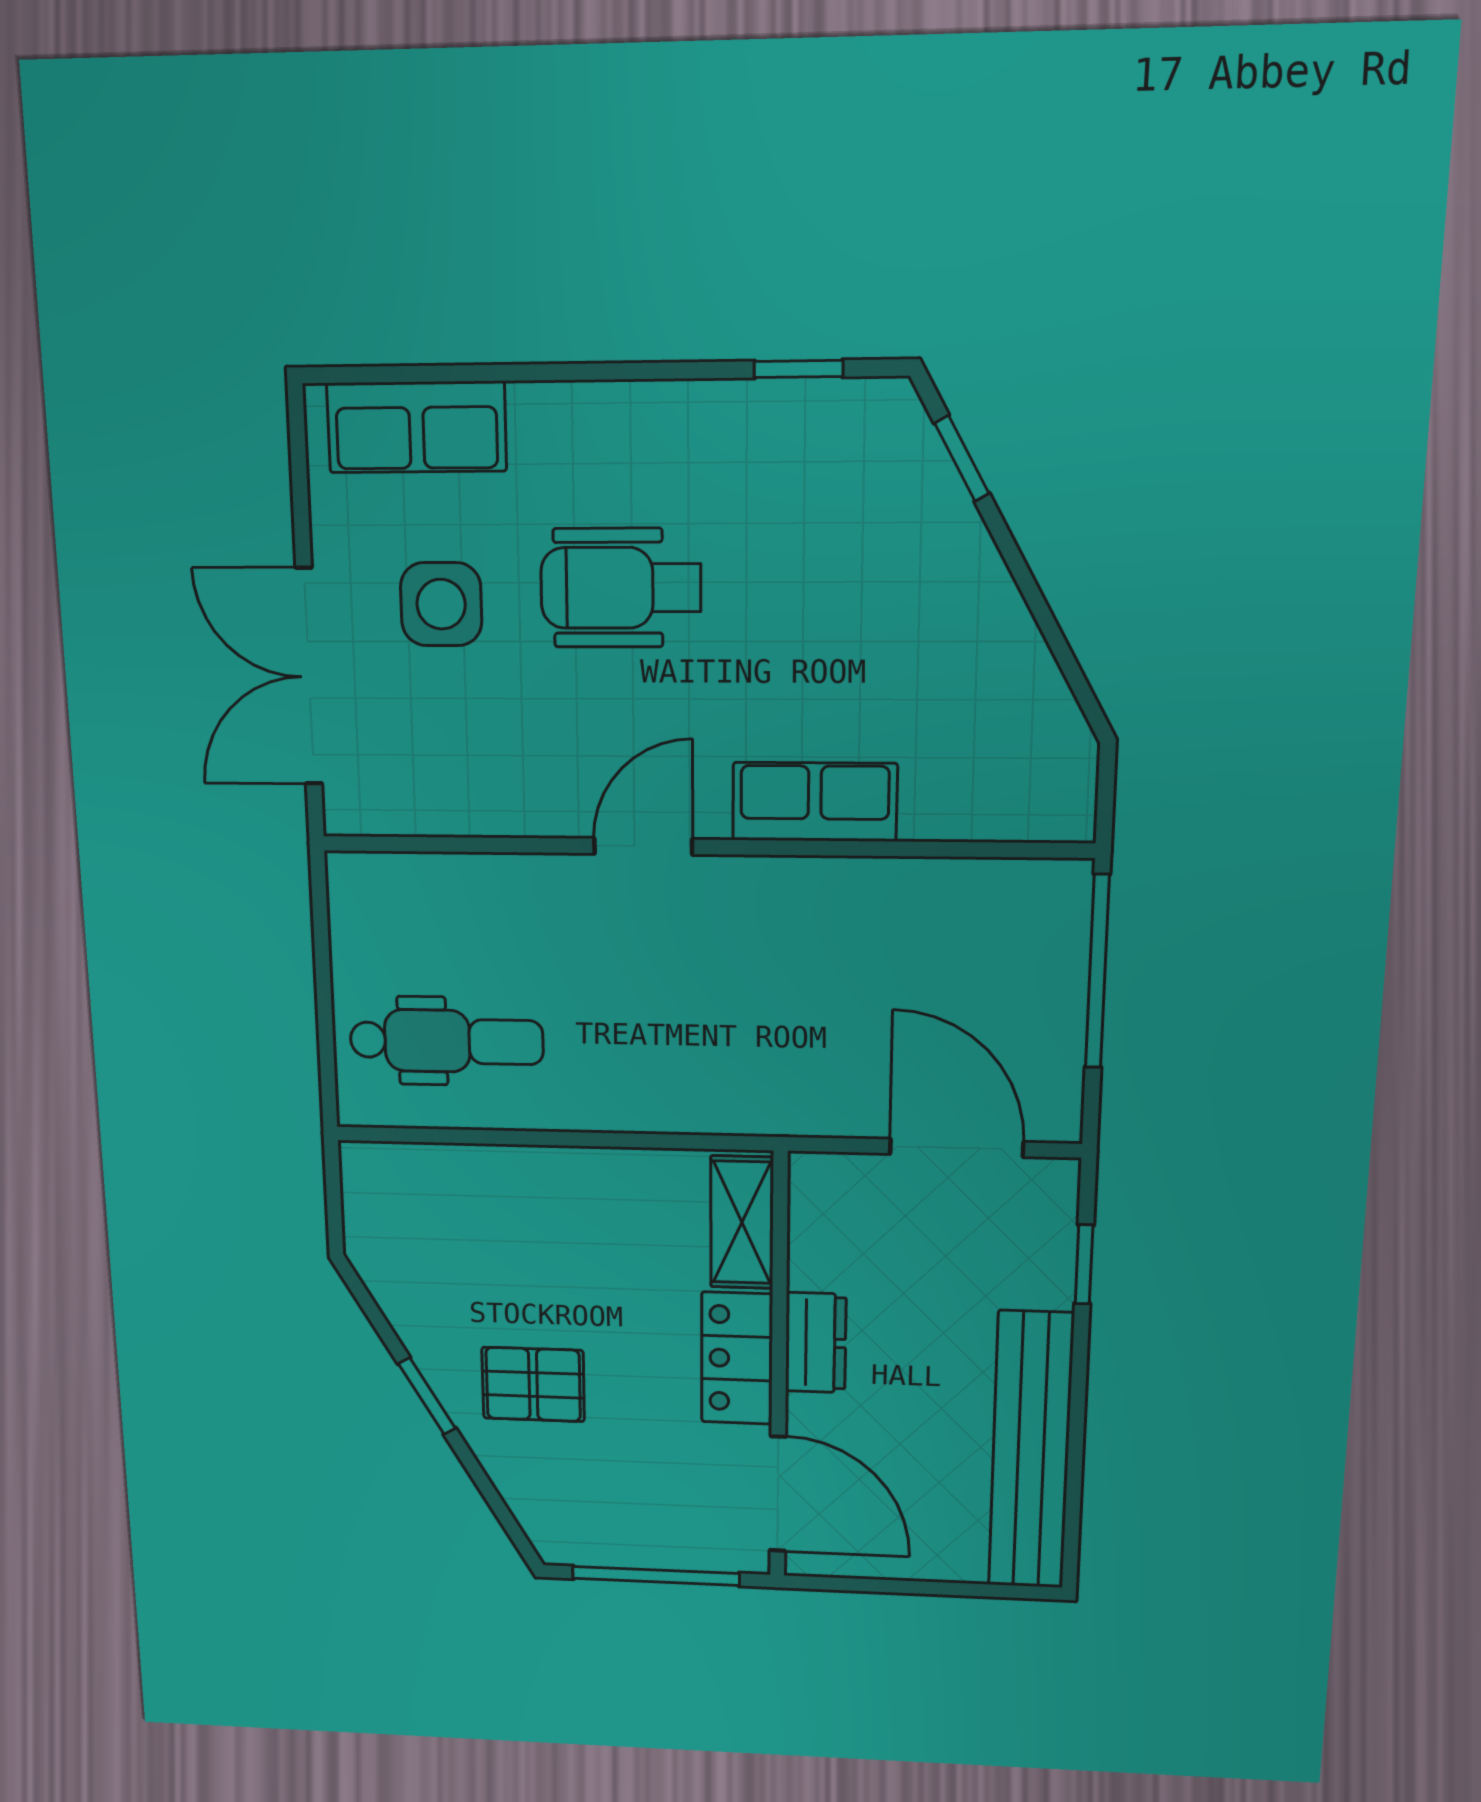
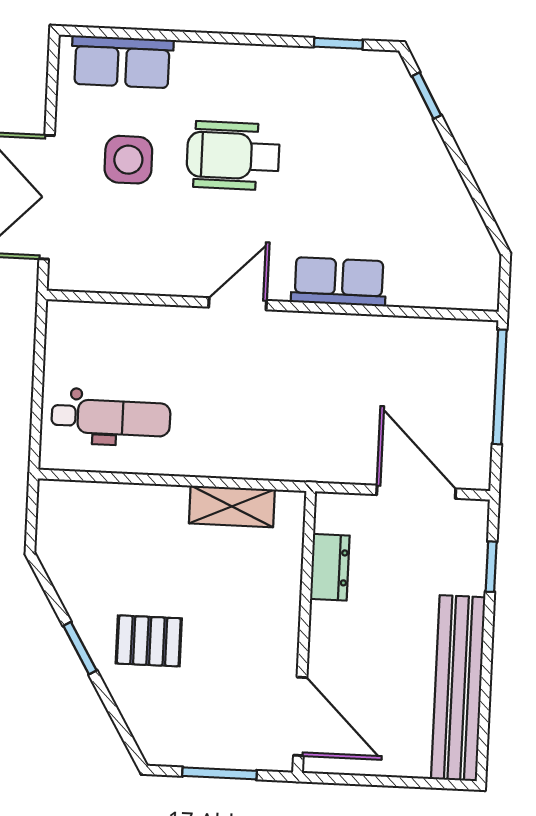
shelving: (742, 1222) -> (232, 506), moved, turned 90
dresser: (816, 1343) -> (330, 567), moved
locker: (737, 1358) -> (278, 625), removed
window: (656, 1576) -> (220, 773), width x0.69

